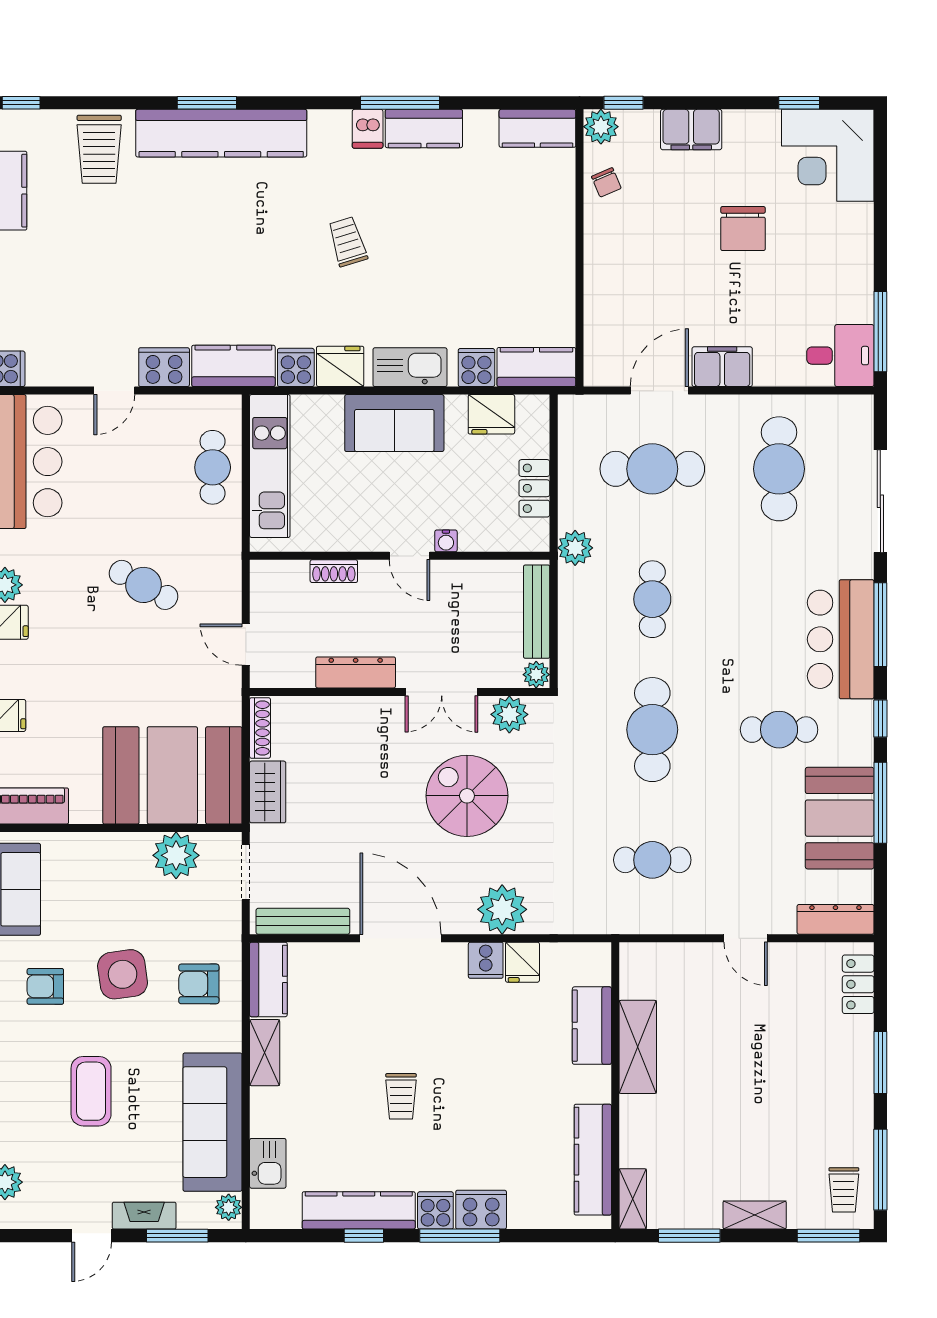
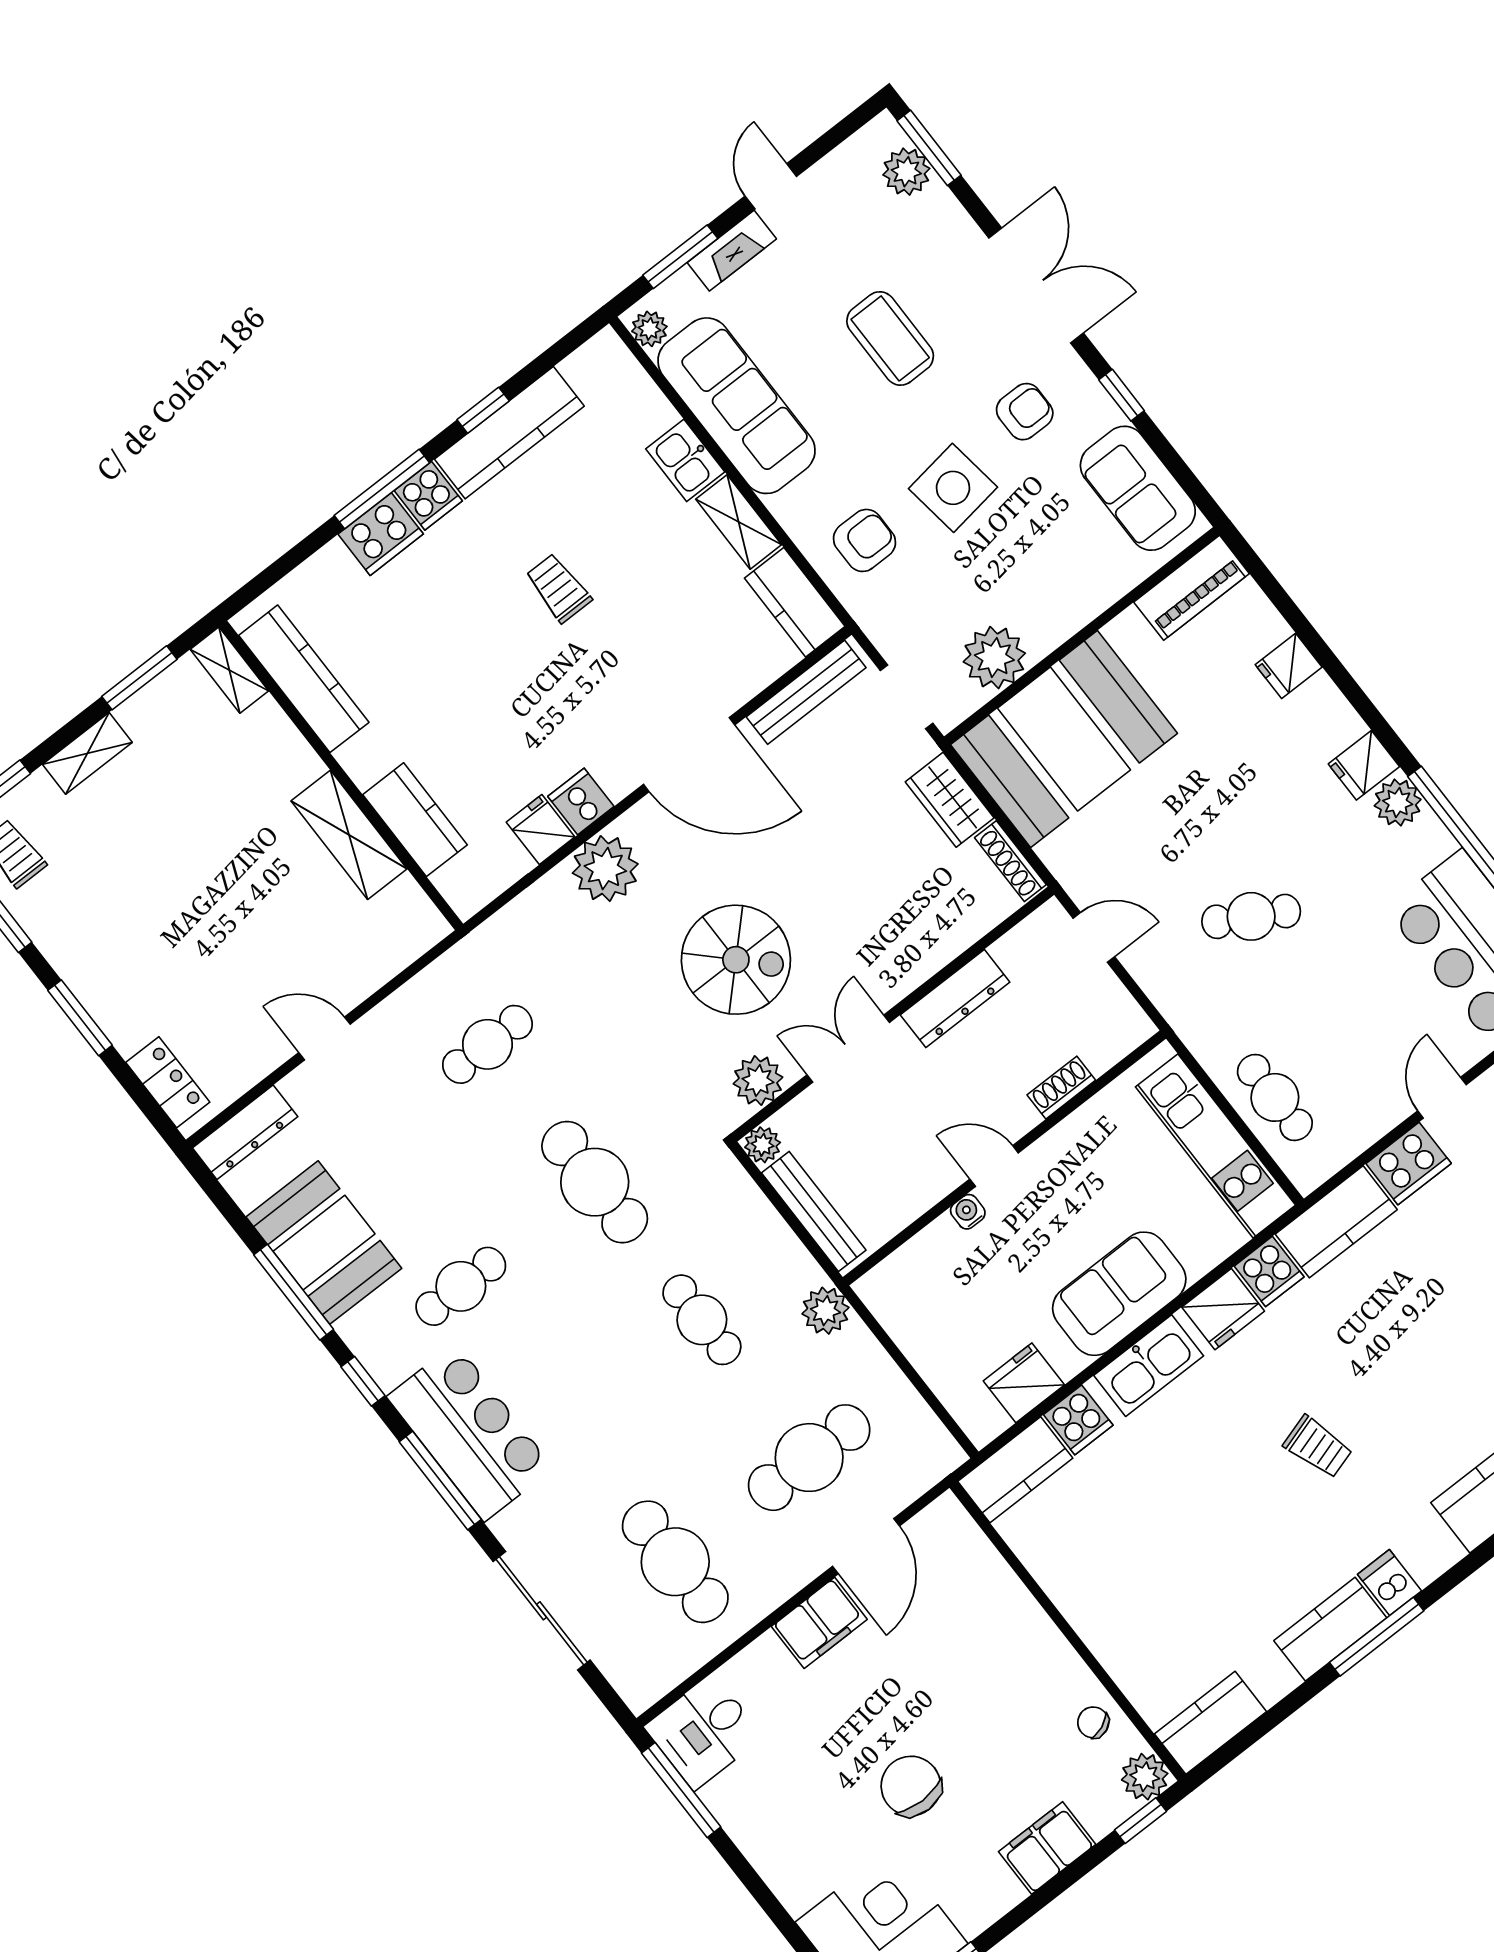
locker: (534, 488) -> (918, 1340), removed
kitchen sink: (268, 1163) -> (685, 460), moved

